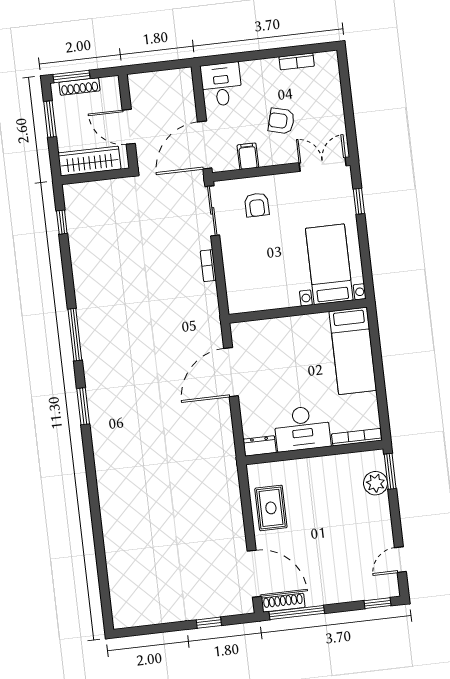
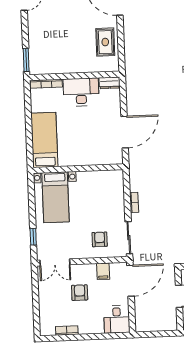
armchair: (281, 121) -> (80, 293), turned -105
plant: (375, 483) -> (36, 53), removed

